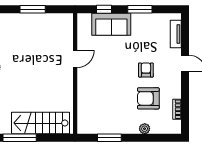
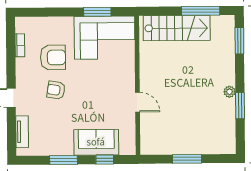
door: (75, 59) -> (138, 102), swing flipped
armchair: (146, 70) -> (56, 90), turned 99
corner sofa: (103, 115) -> (105, 38), added
plant: (145, 129) -> (57, 23), removed

